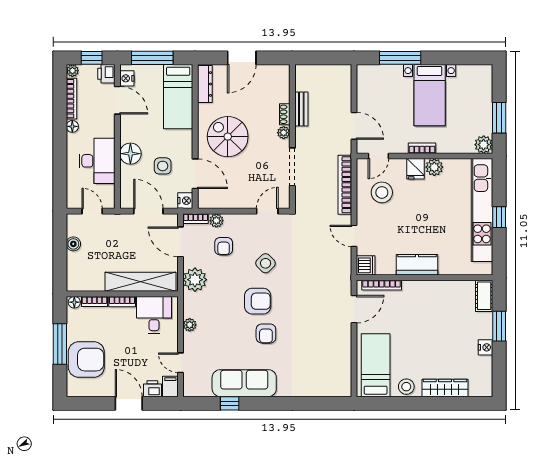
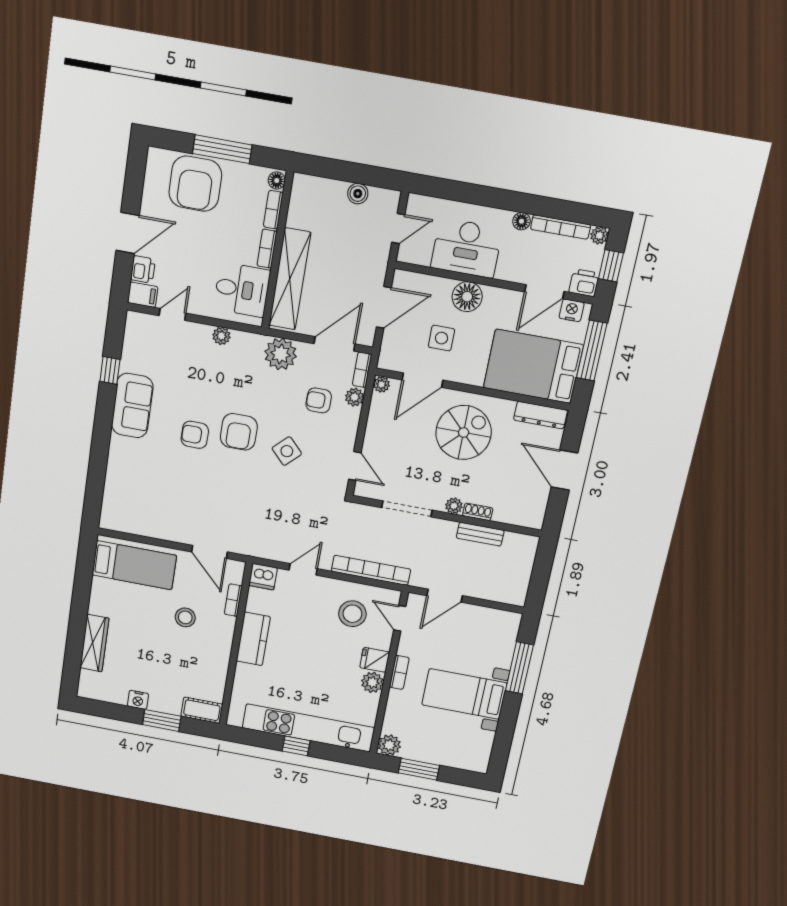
bed: (178, 97) -> (533, 366), width x1.50
nightstand: (185, 201) -> (389, 360), removed
plant: (204, 203) -> (381, 384), added
bookcase: (382, 285) -> (233, 600), width x0.64
sofa: (244, 383) -> (132, 406), width x0.73
stool: (406, 387) -> (185, 617), moved

